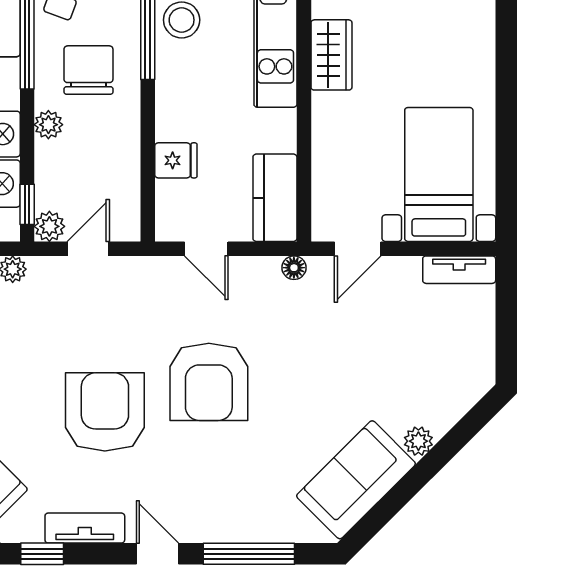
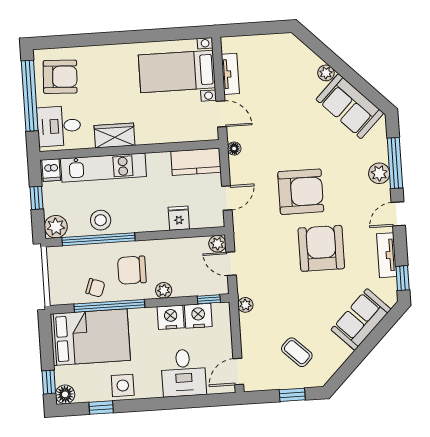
plant: (49, 226) -> (217, 244), moved
tv unit: (459, 270) -> (230, 74), moved
armchair: (105, 412) -> (321, 248), turned 90
plant: (232, 524) -> (379, 173), added

